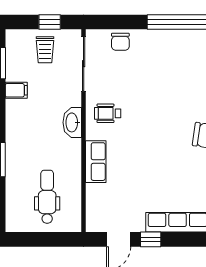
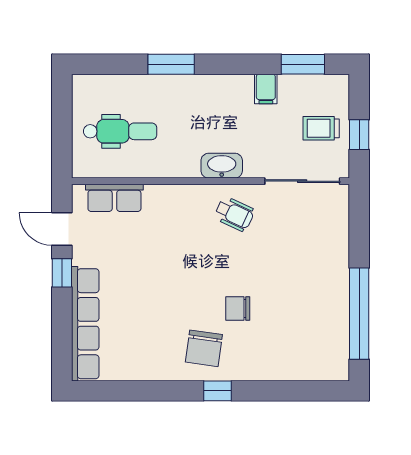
chair: (120, 42) -> (238, 308), moved
wheelchair: (108, 113) -> (234, 214), turned 115
row of seats: (96, 162) -> (114, 198), moved

